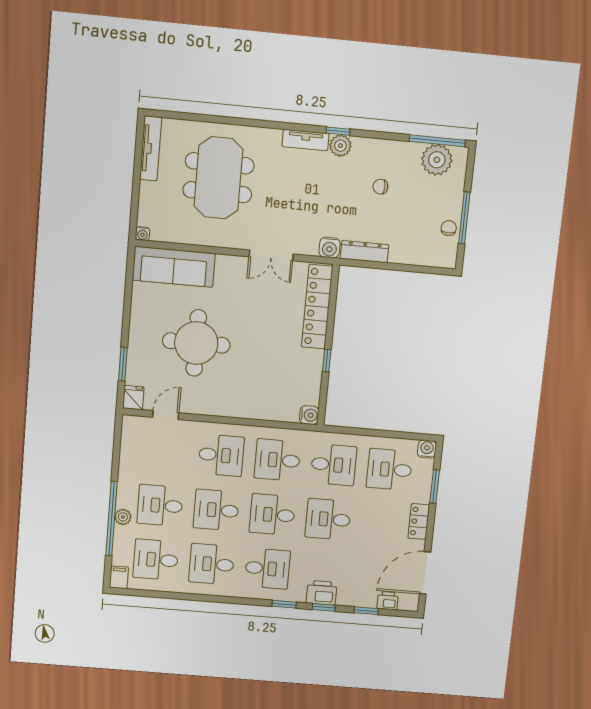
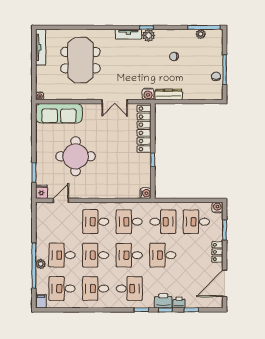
plant: (437, 160) -> (201, 34), width x0.53, depth x0.53
desk: (221, 455) -> (96, 222), turned 180
printer: (388, 601) -> (179, 303), moved

